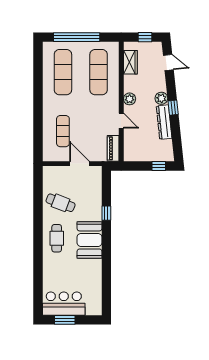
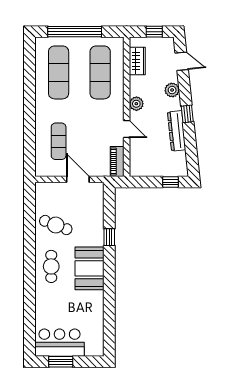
plant: (161, 98) -> (172, 90), moved

